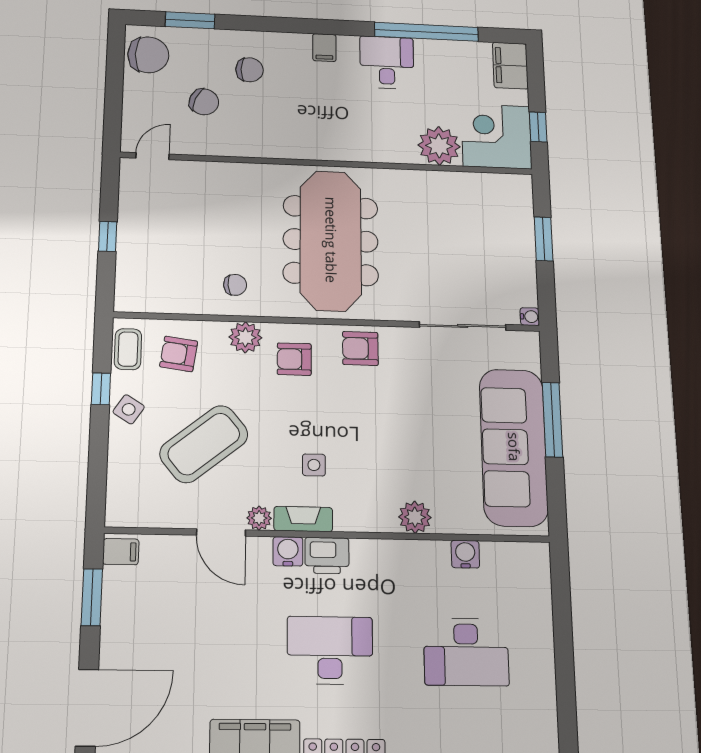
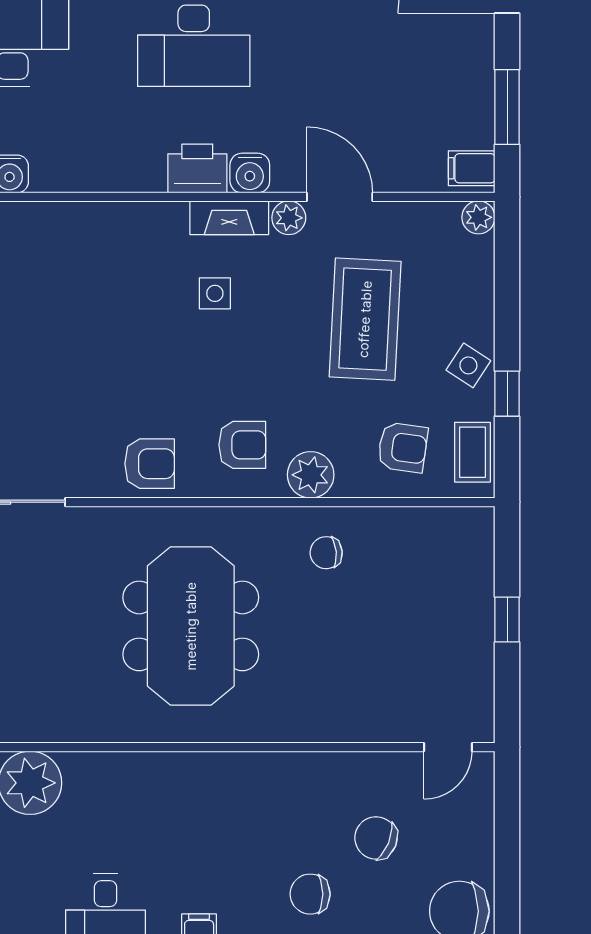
meeting table: (331, 240) -> (191, 626), width x0.73
coffee table: (204, 444) -> (365, 319), turned -48
plant: (415, 517) -> (478, 217), moved, width x0.73, depth x0.73

